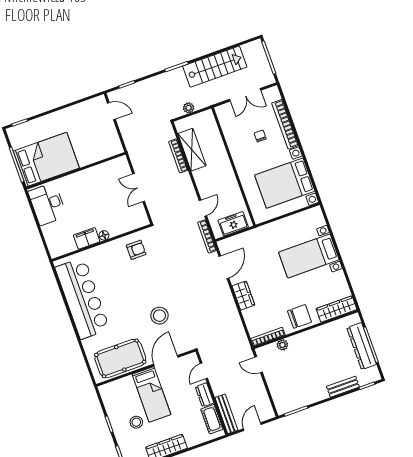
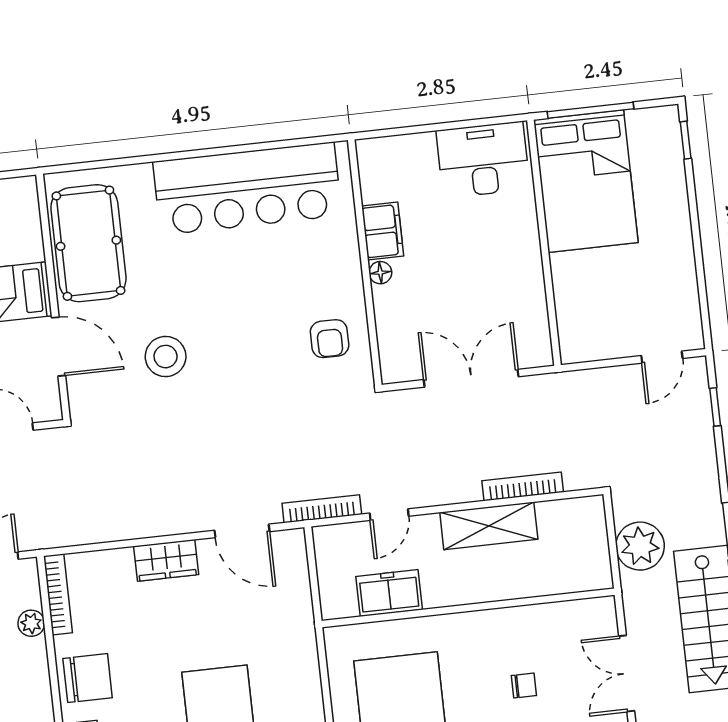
plant: (188, 108) -> (640, 546), width x1.88, depth x1.88
shelving: (192, 150) -> (489, 526), moved
double door: (139, 188) -> (471, 378), width x1.37
door: (203, 208) -> (389, 515), hinge flipped
freezer: (233, 224) -> (389, 593), moved, turned -90
chair: (300, 316) -> (88, 678), turned -90

